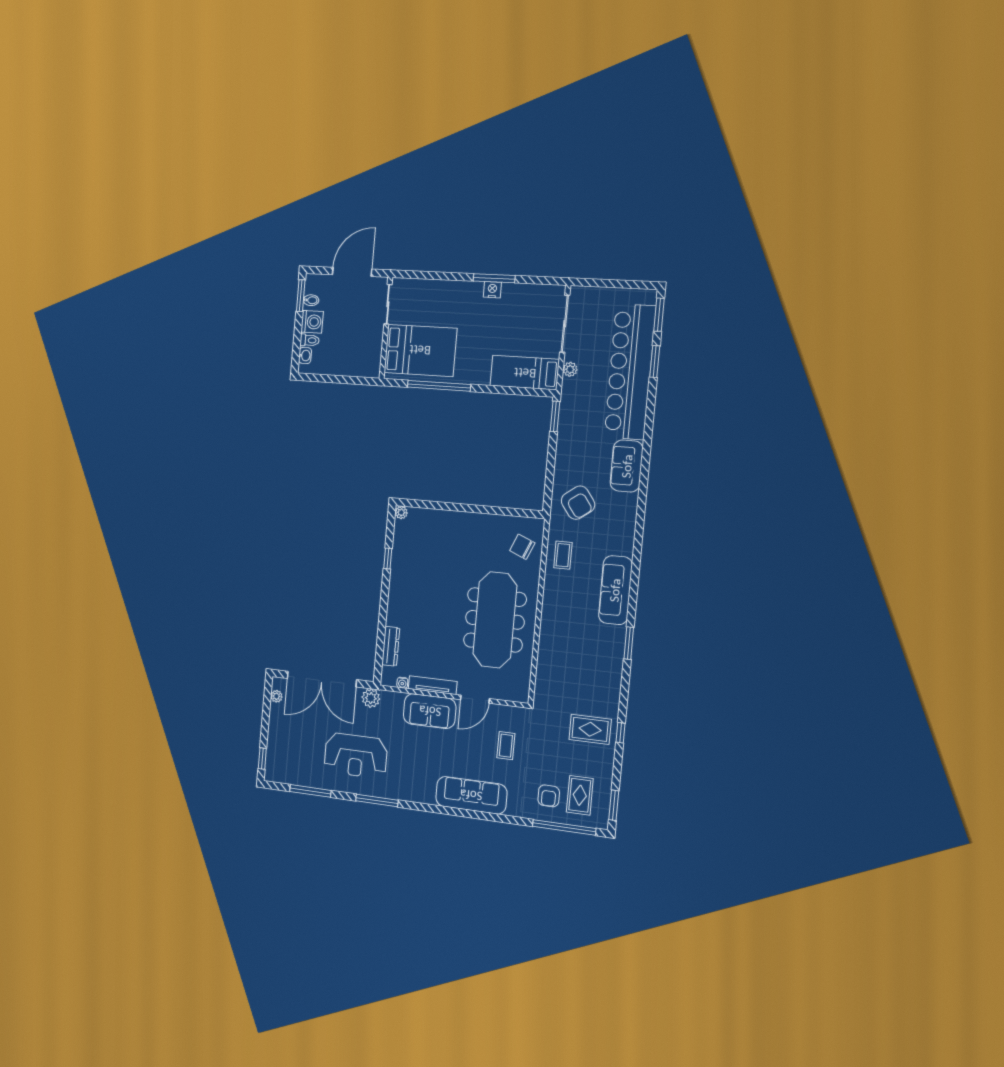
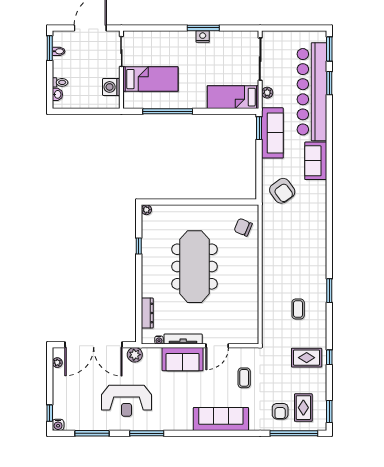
washing machine: (312, 322) -> (111, 87), moved, turned 180
bed: (420, 350) -> (150, 79), width x0.67
coffee table: (563, 555) -> (298, 309), moved
sofa: (615, 590) -> (272, 133), moved, turned 180
meeting table: (495, 620) -> (195, 267), moved
water cooler: (271, 775) -> (58, 425), added

